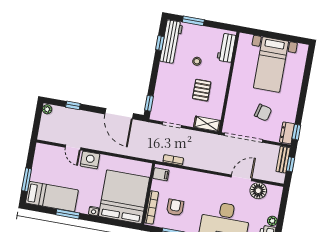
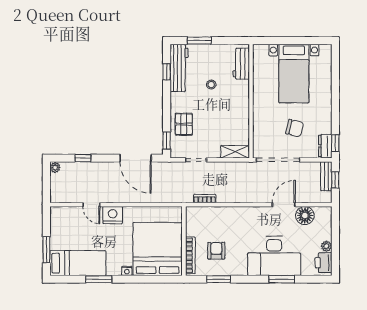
pallet: (202, 90) -> (184, 124), moved
filing cabinet: (161, 174) -> (194, 217), removed

